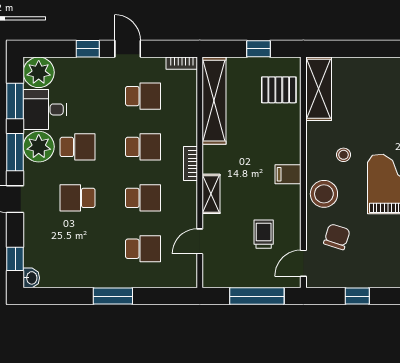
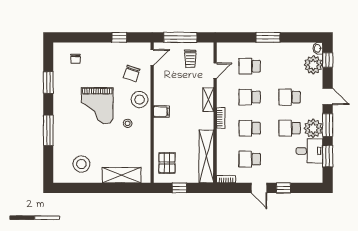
plant: (39, 72) -> (313, 65), moved
shelving: (319, 89) -> (122, 175), moved, turned 90
pallet: (279, 90) -> (167, 163), turned 90
school desk: (78, 198) -> (290, 97), turned 180
trolley: (264, 234) -> (190, 59), moved

